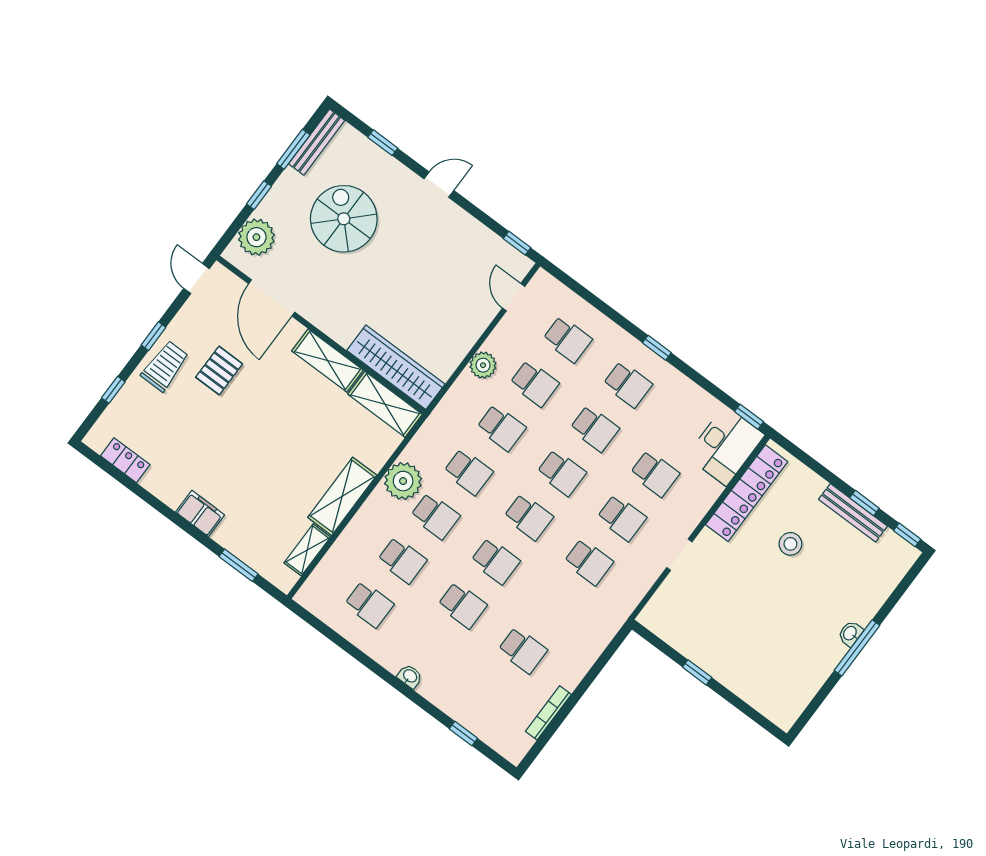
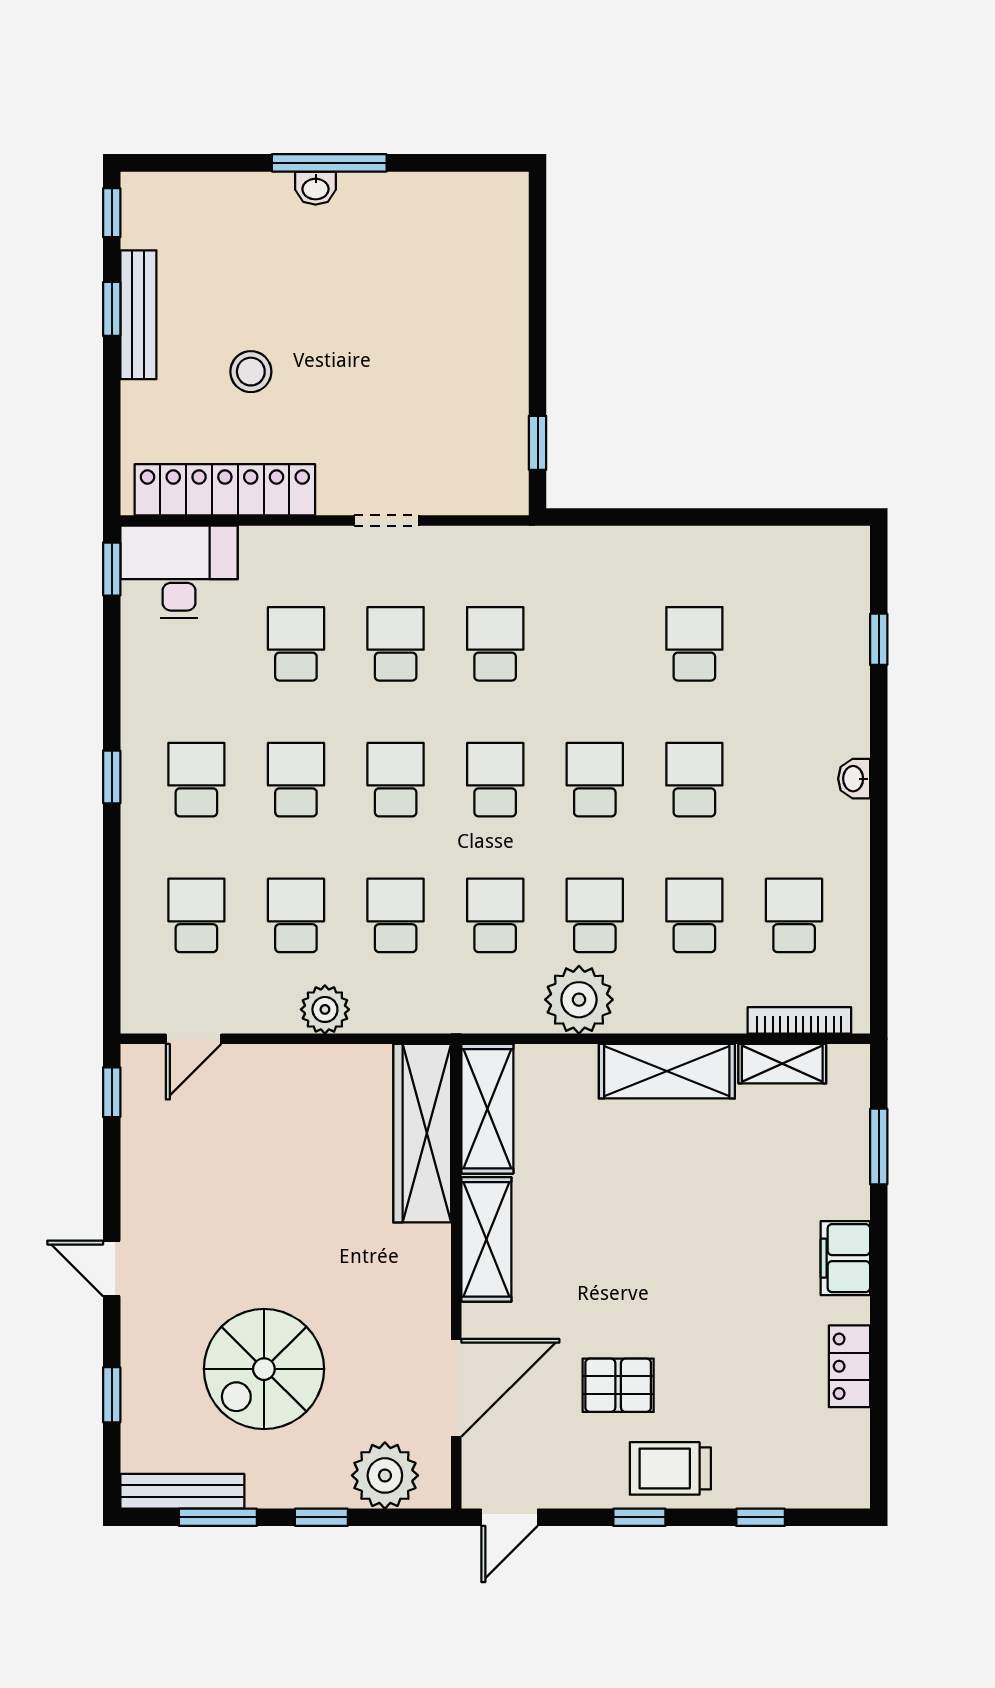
locker: (125, 460) -> (849, 1366), moved
window: (697, 672) -> (538, 443), moved
bookcase: (548, 713) -> (799, 1020), moved, turned 180

